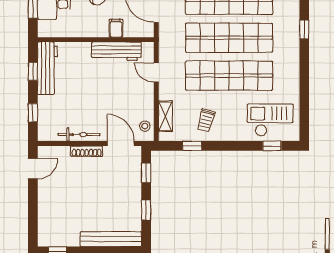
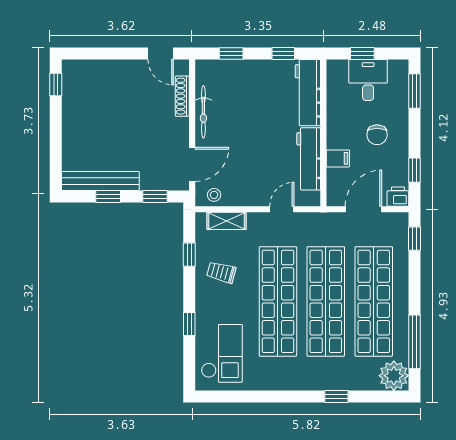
workbench: (47, 68) -> (308, 93), moved, turned 90
window: (272, 146) -> (189, 324), moved
shoe rack: (87, 151) -> (182, 96), moved
bench: (111, 239) -> (100, 181), moved, turned 90

